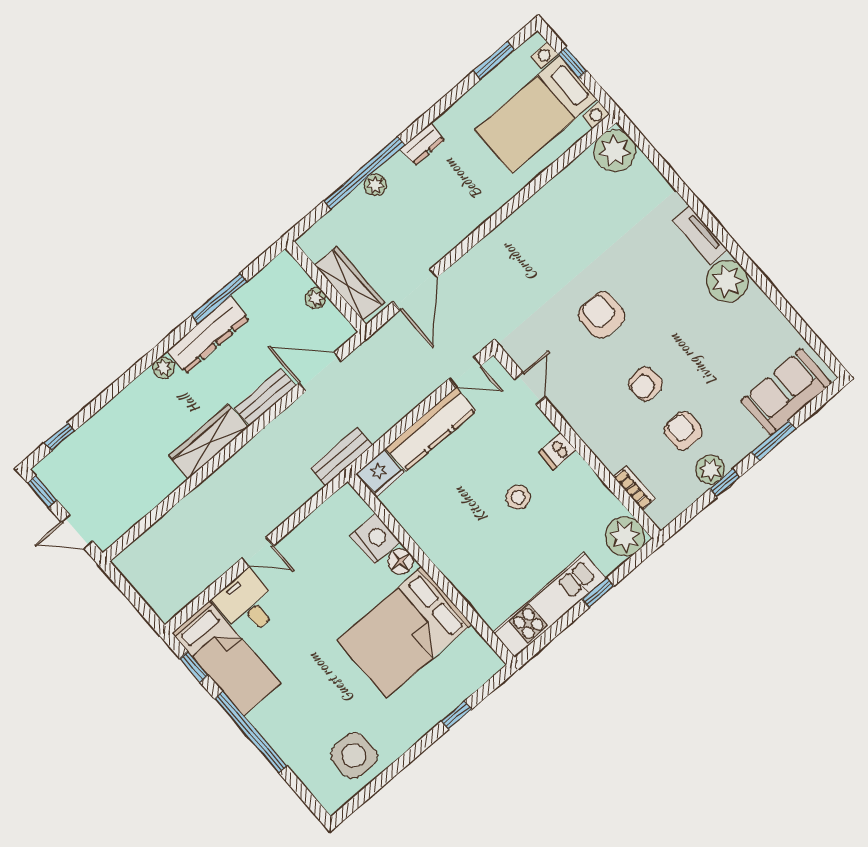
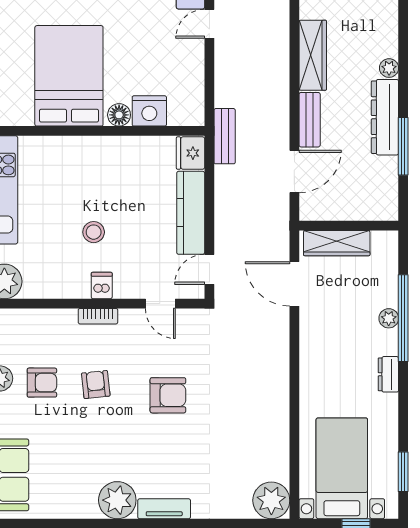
plant: (316, 298) -> (347, 212), removed
bookcase: (634, 488) -> (98, 316), moved

